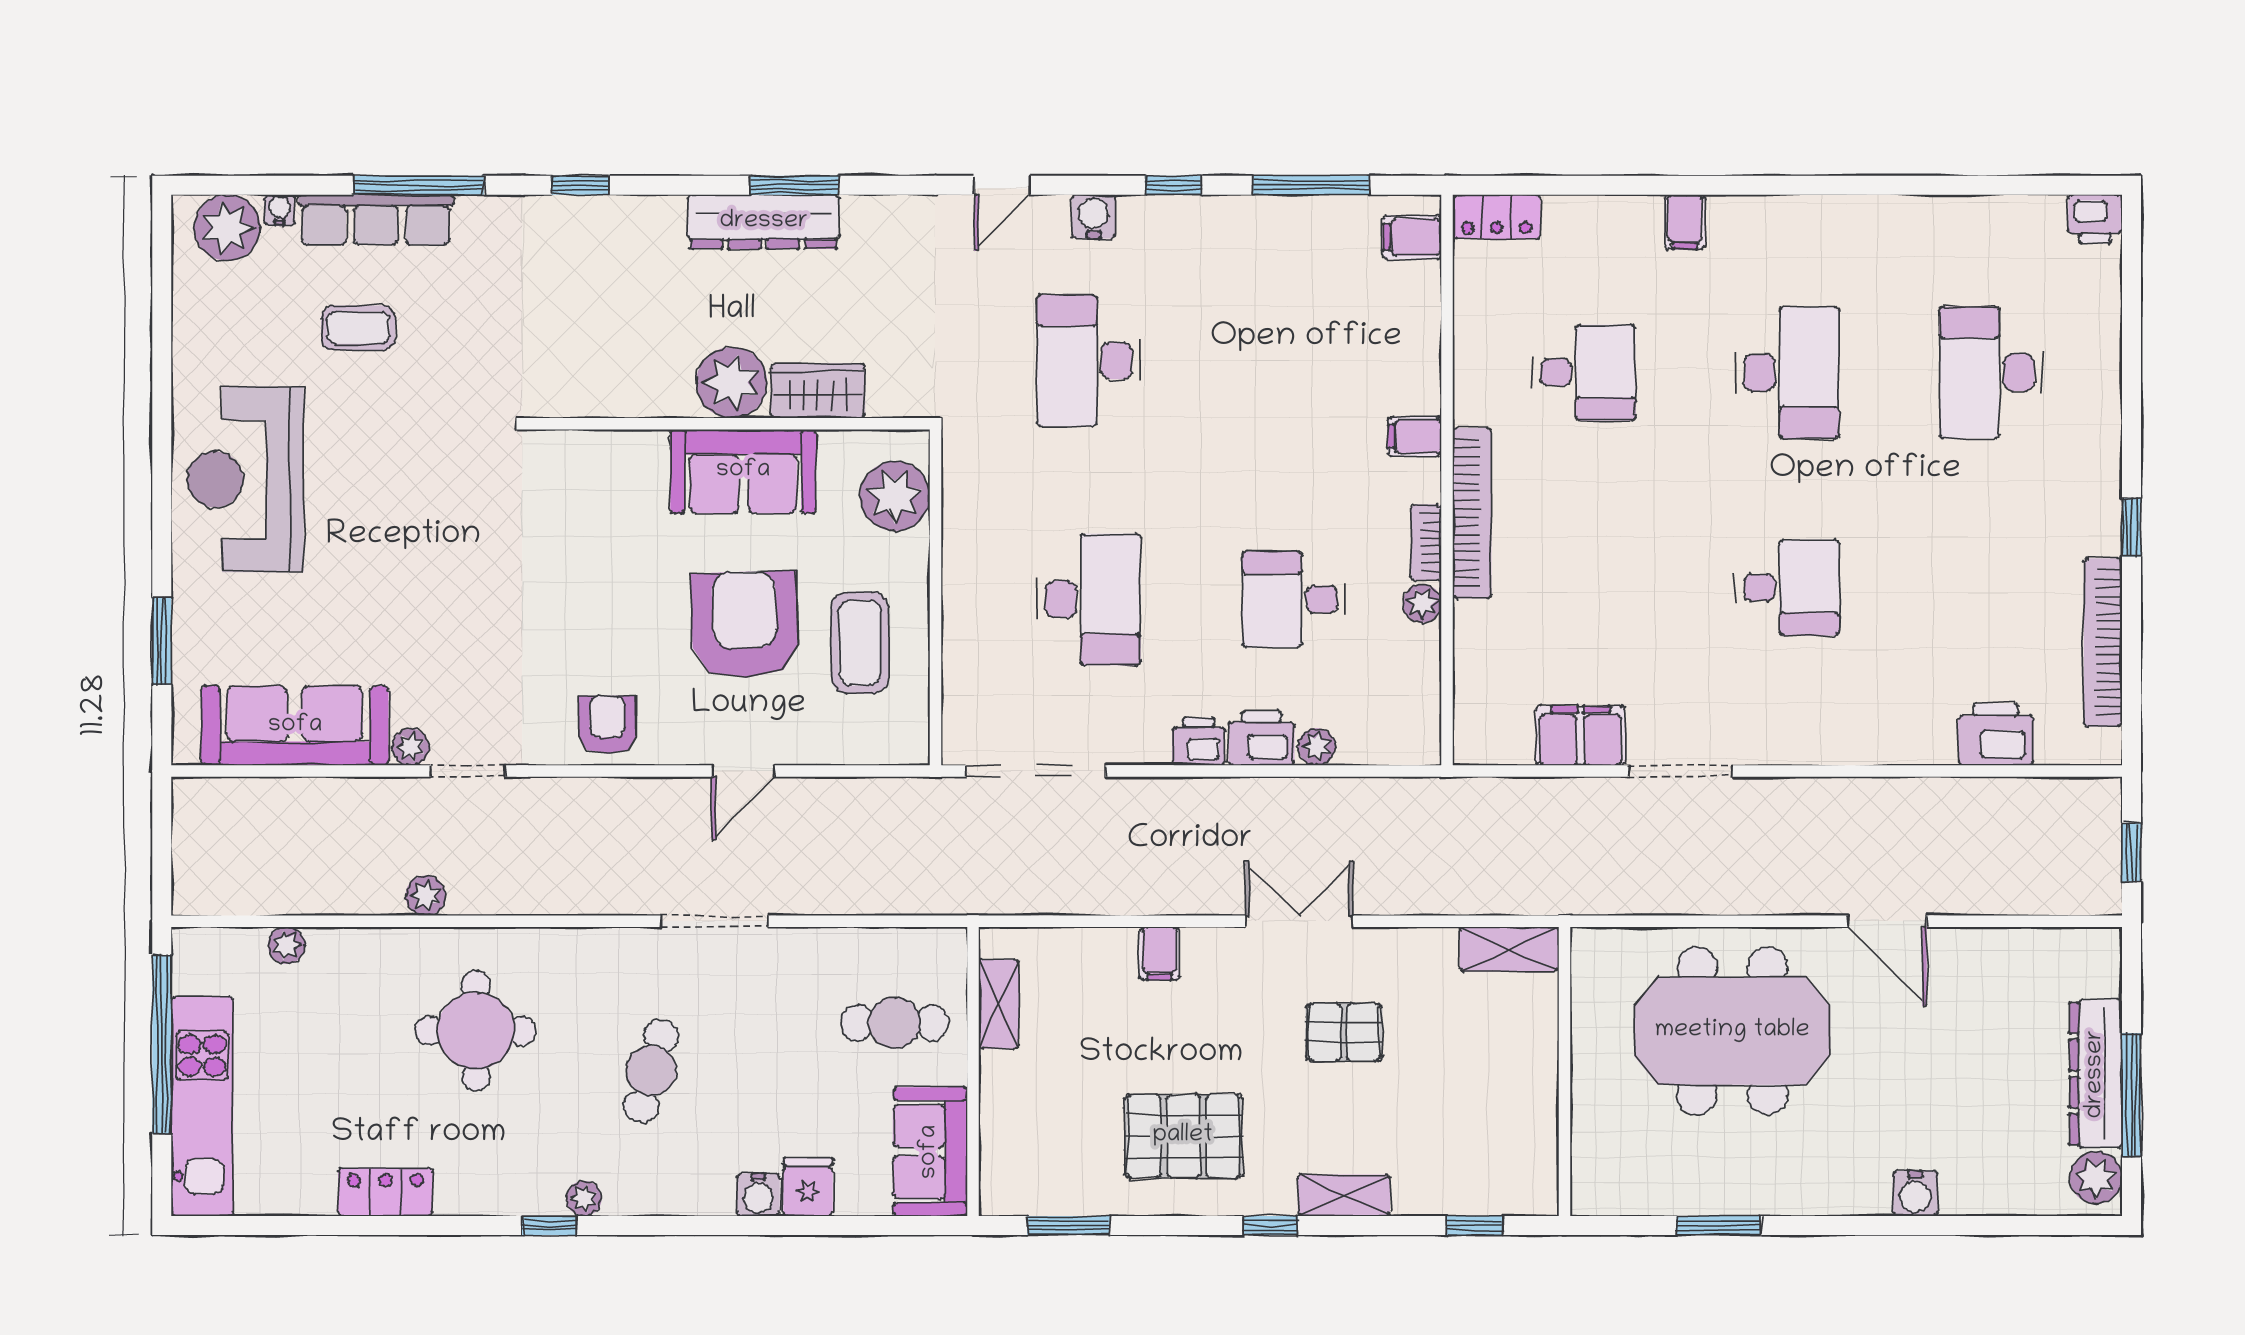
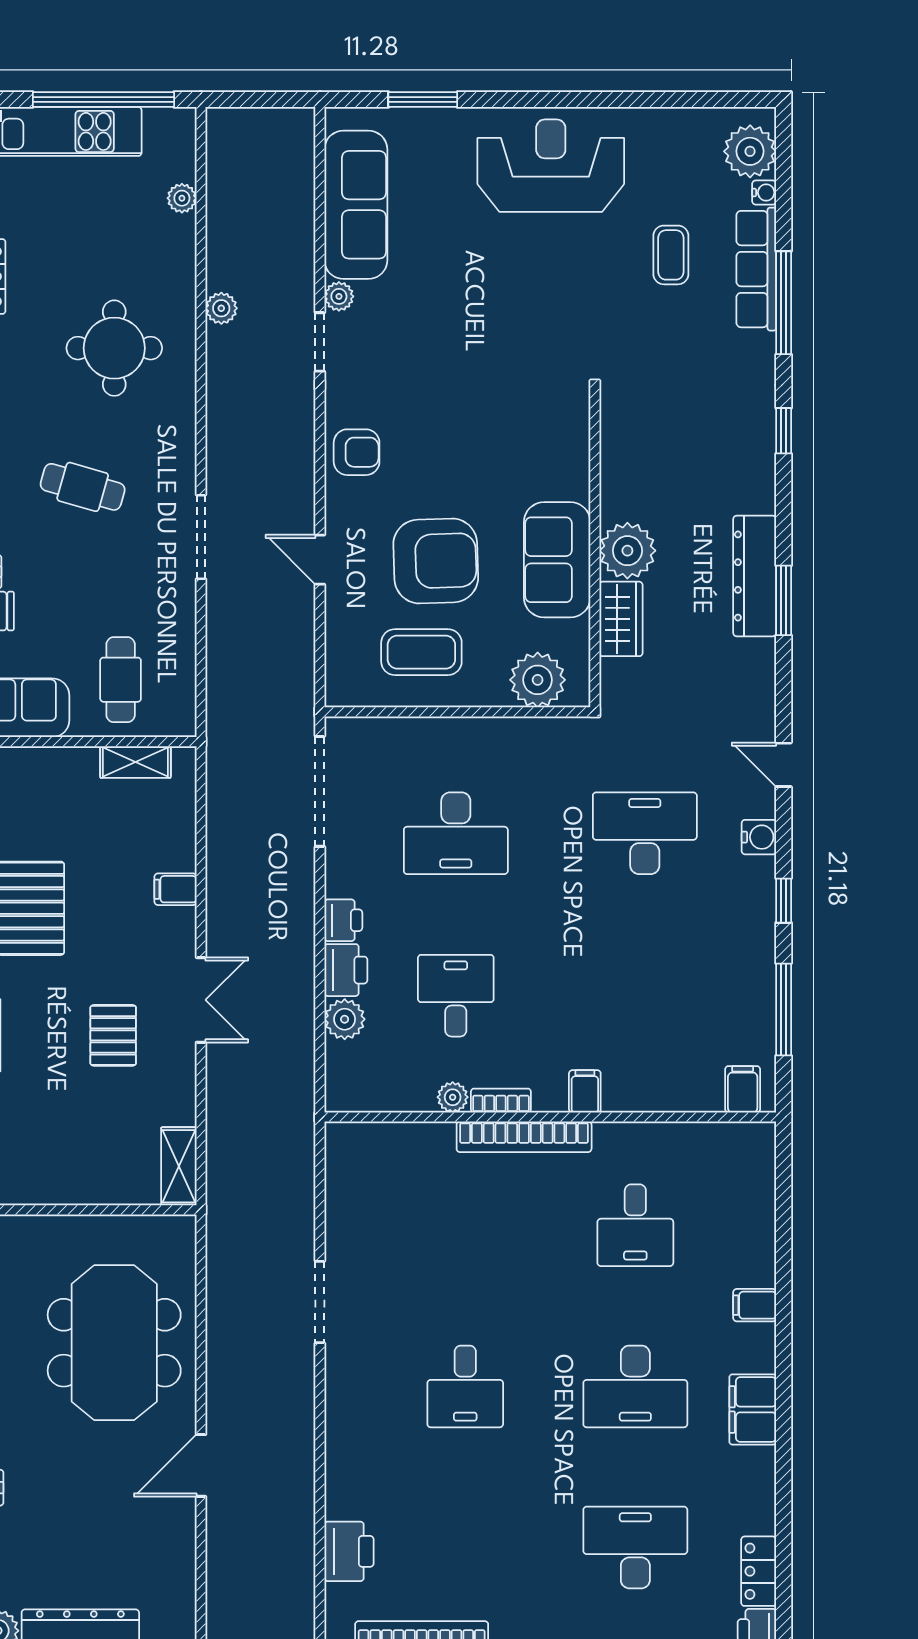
locker: (1497, 217) -> (759, 1571), moved
filing cabinet: (1581, 736) -> (753, 1409), moved, turned 180
plant: (1317, 747) -> (345, 1019), width x1.38, depth x1.38

